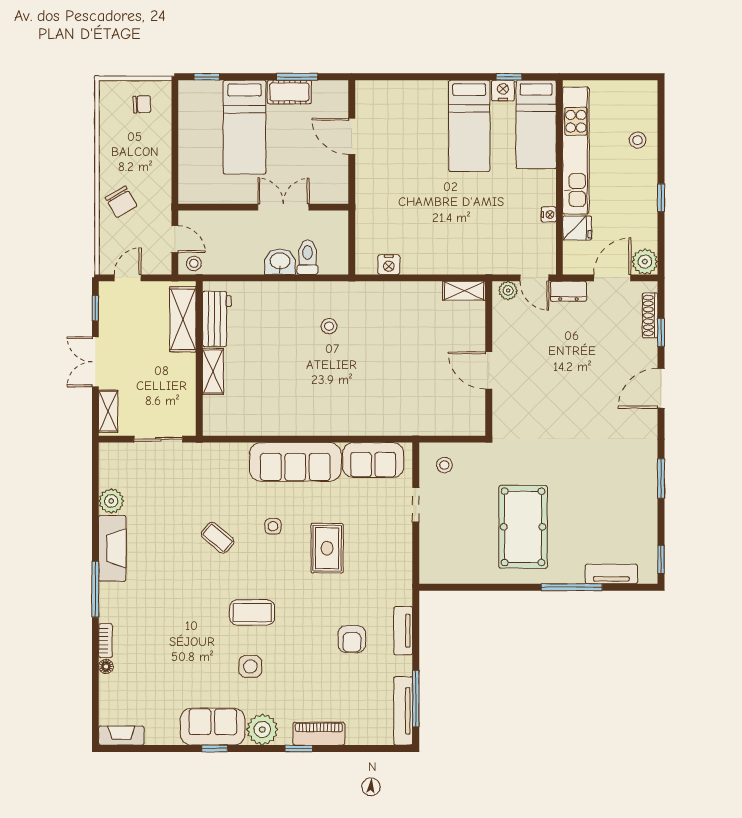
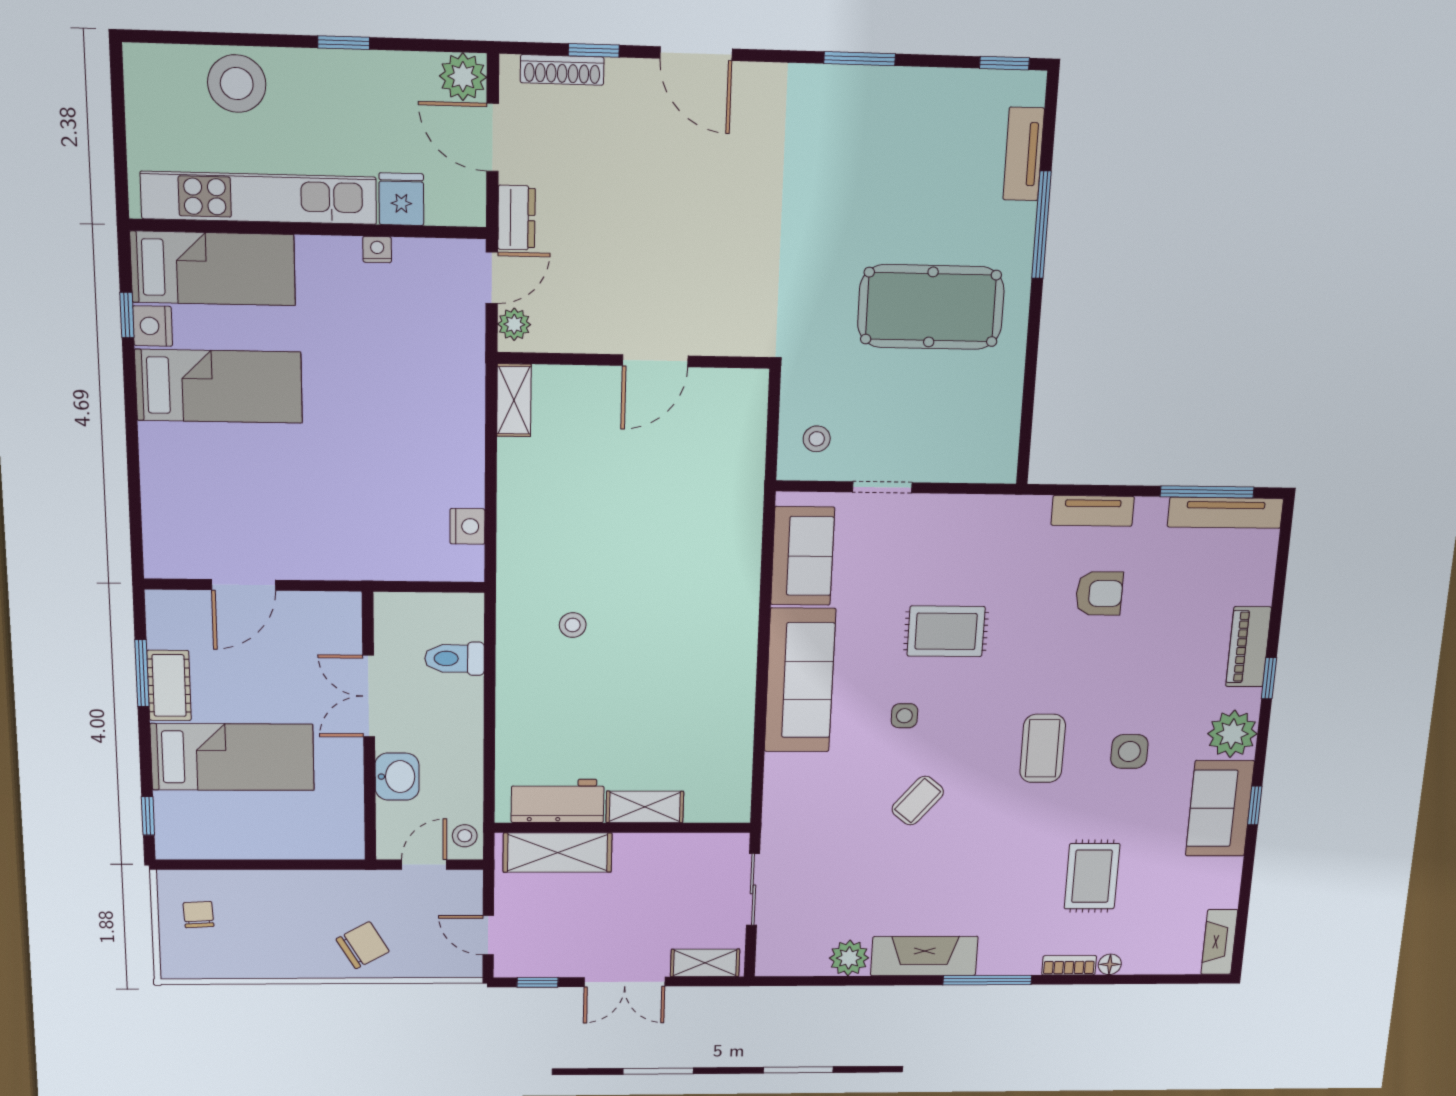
stool: (638, 140) -> (237, 84), width x1.89, depth x1.89
washbasin: (280, 262) -> (397, 777), moved, turned 180
rug: (167, 650) -> (1092, 876), added

